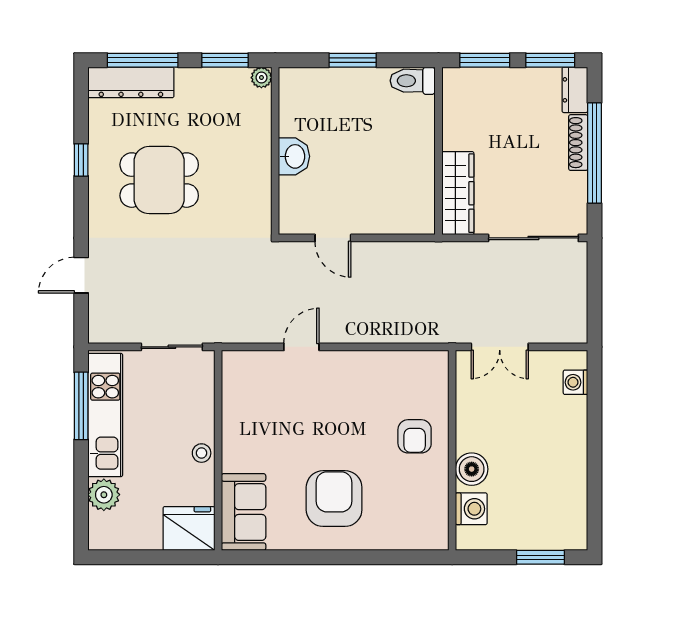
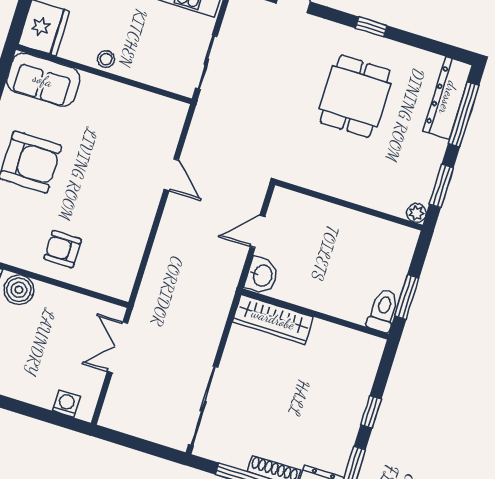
window: (485, 60) -> (371, 412), width x0.67
toilet: (413, 81) -> (383, 311), moved
wall: (439, 151) -> (315, 314), moved
washbasin: (294, 156) -> (262, 275), moved, turned -90
window: (81, 160) -> (371, 27), moved
wardrobe: (458, 193) -> (273, 319), moved

